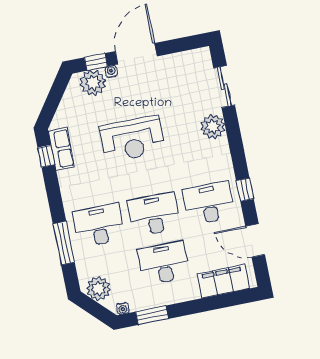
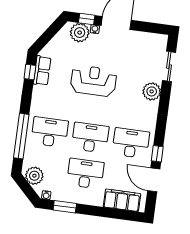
reception desk: (133, 139) -> (93, 81), turned 180
window: (245, 190) -> (157, 154), moved
window: (64, 243) -> (21, 136), width x1.46

